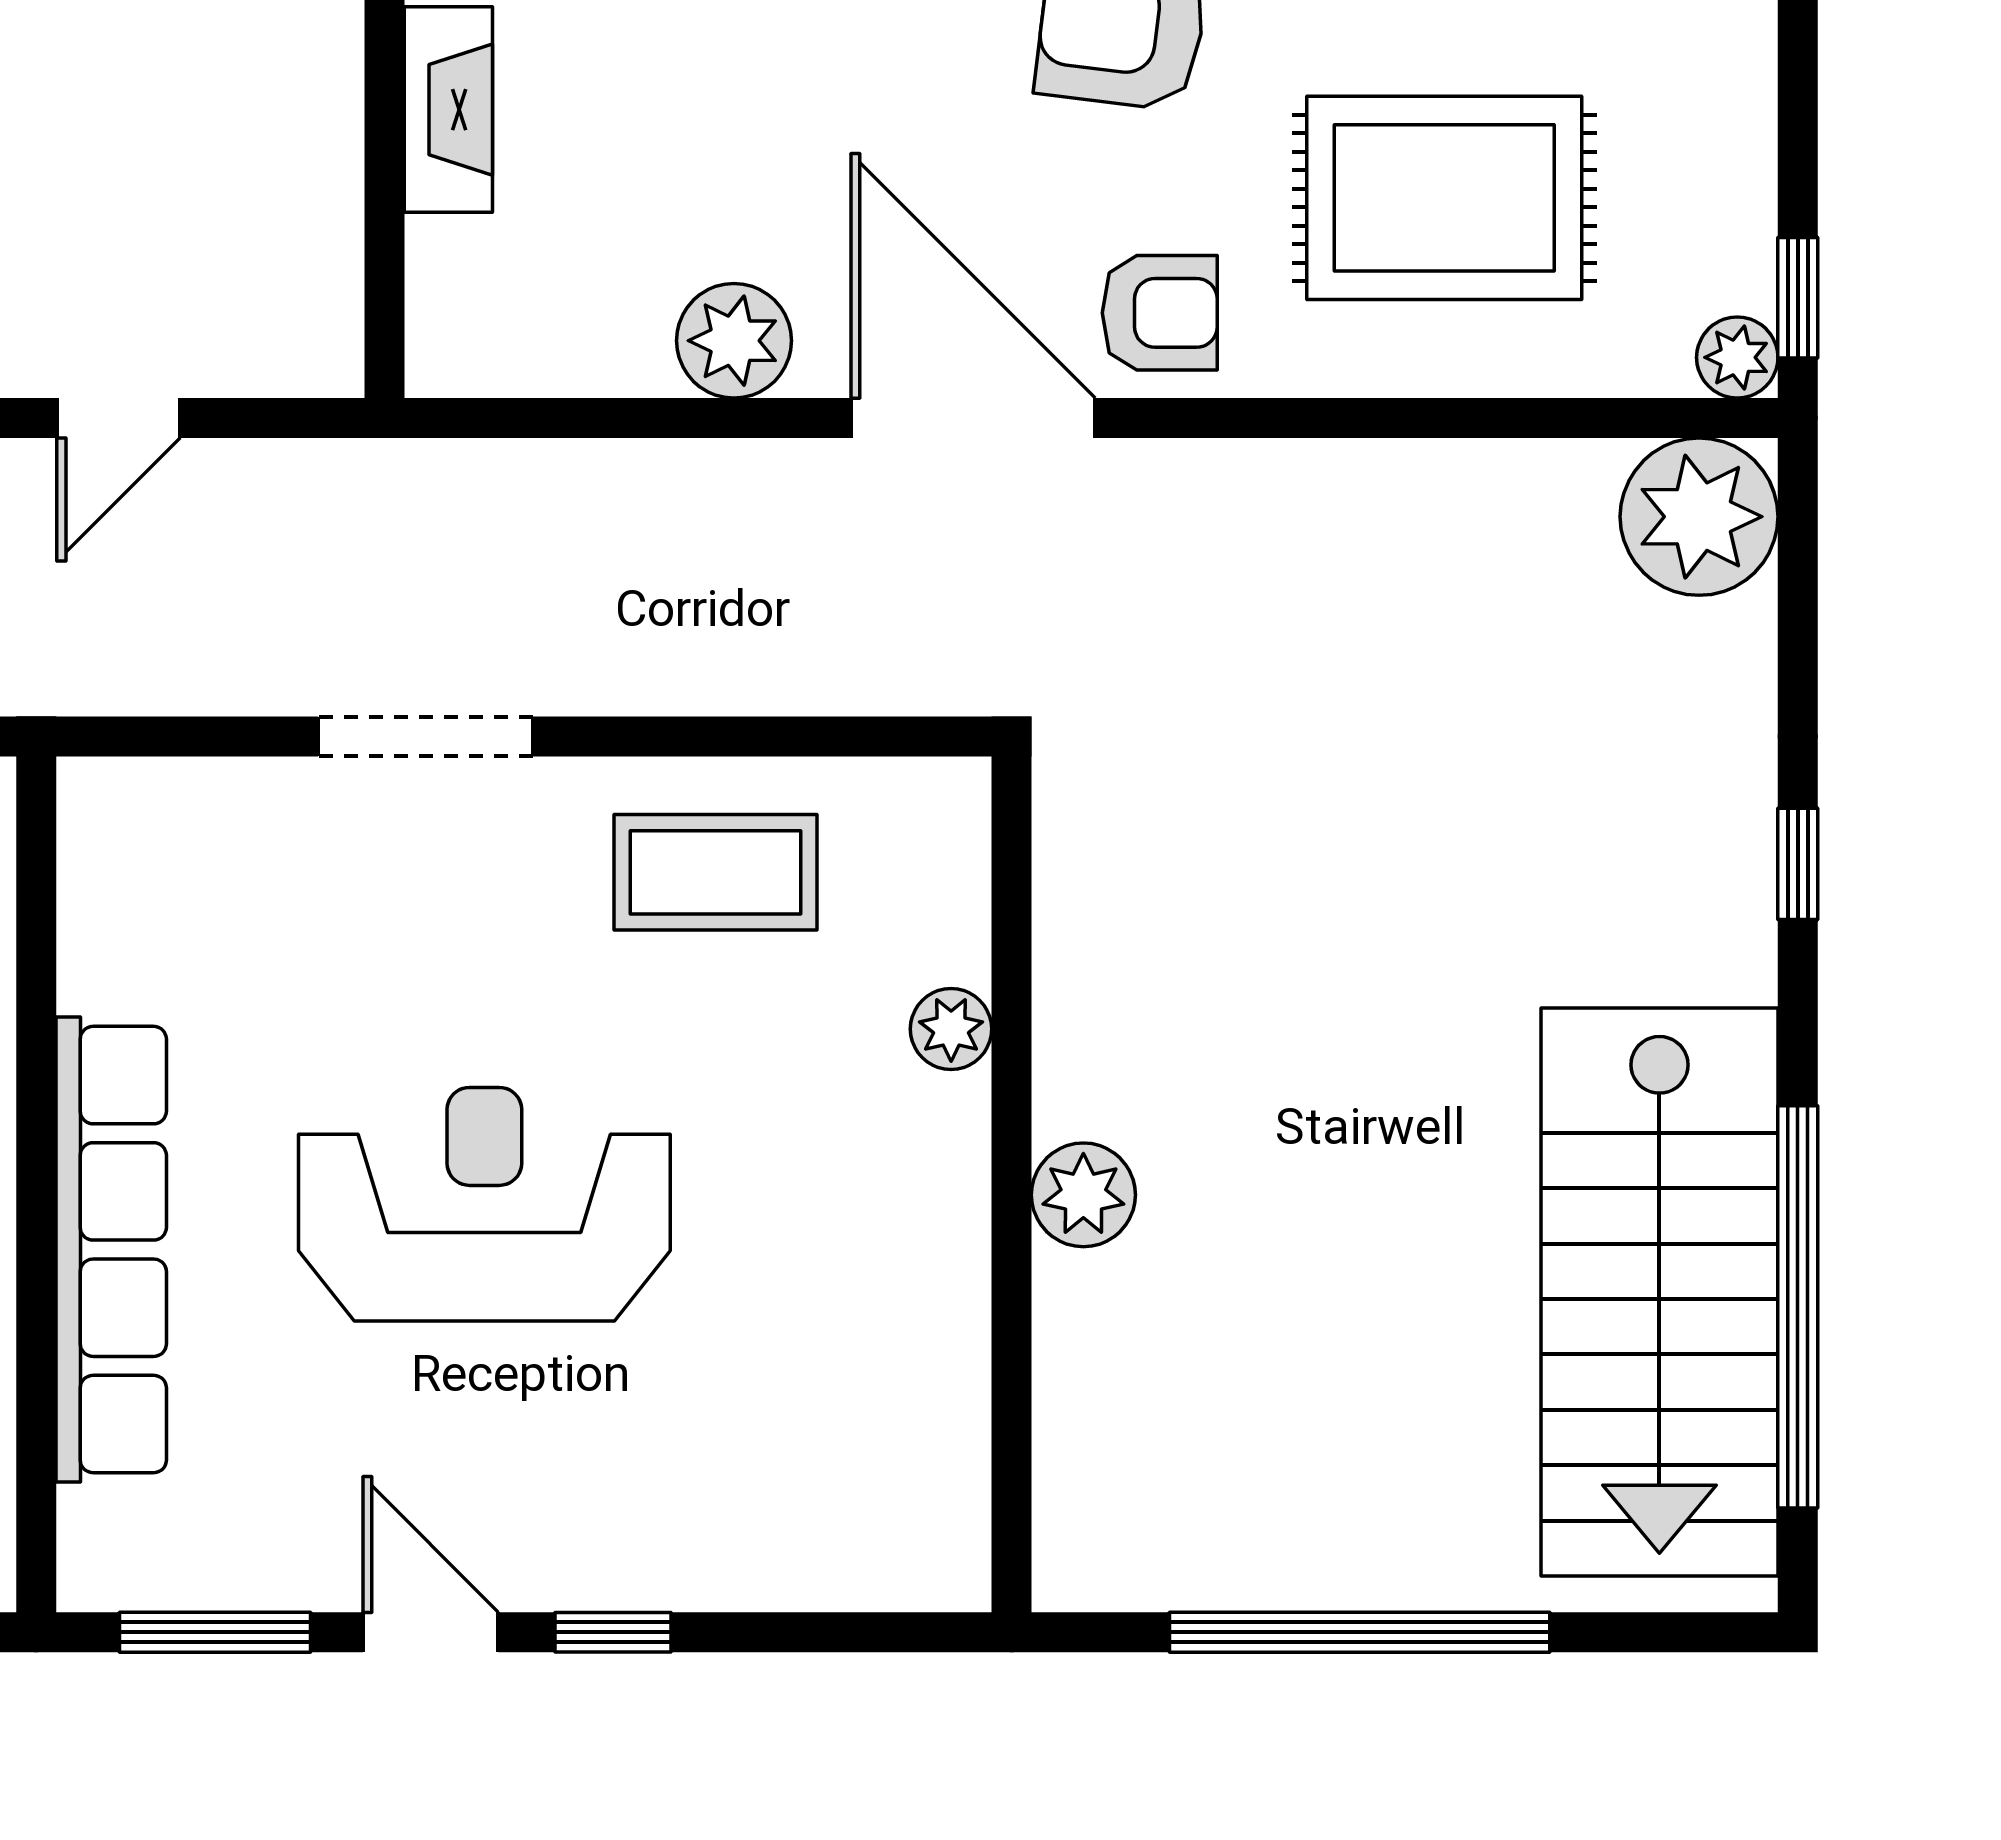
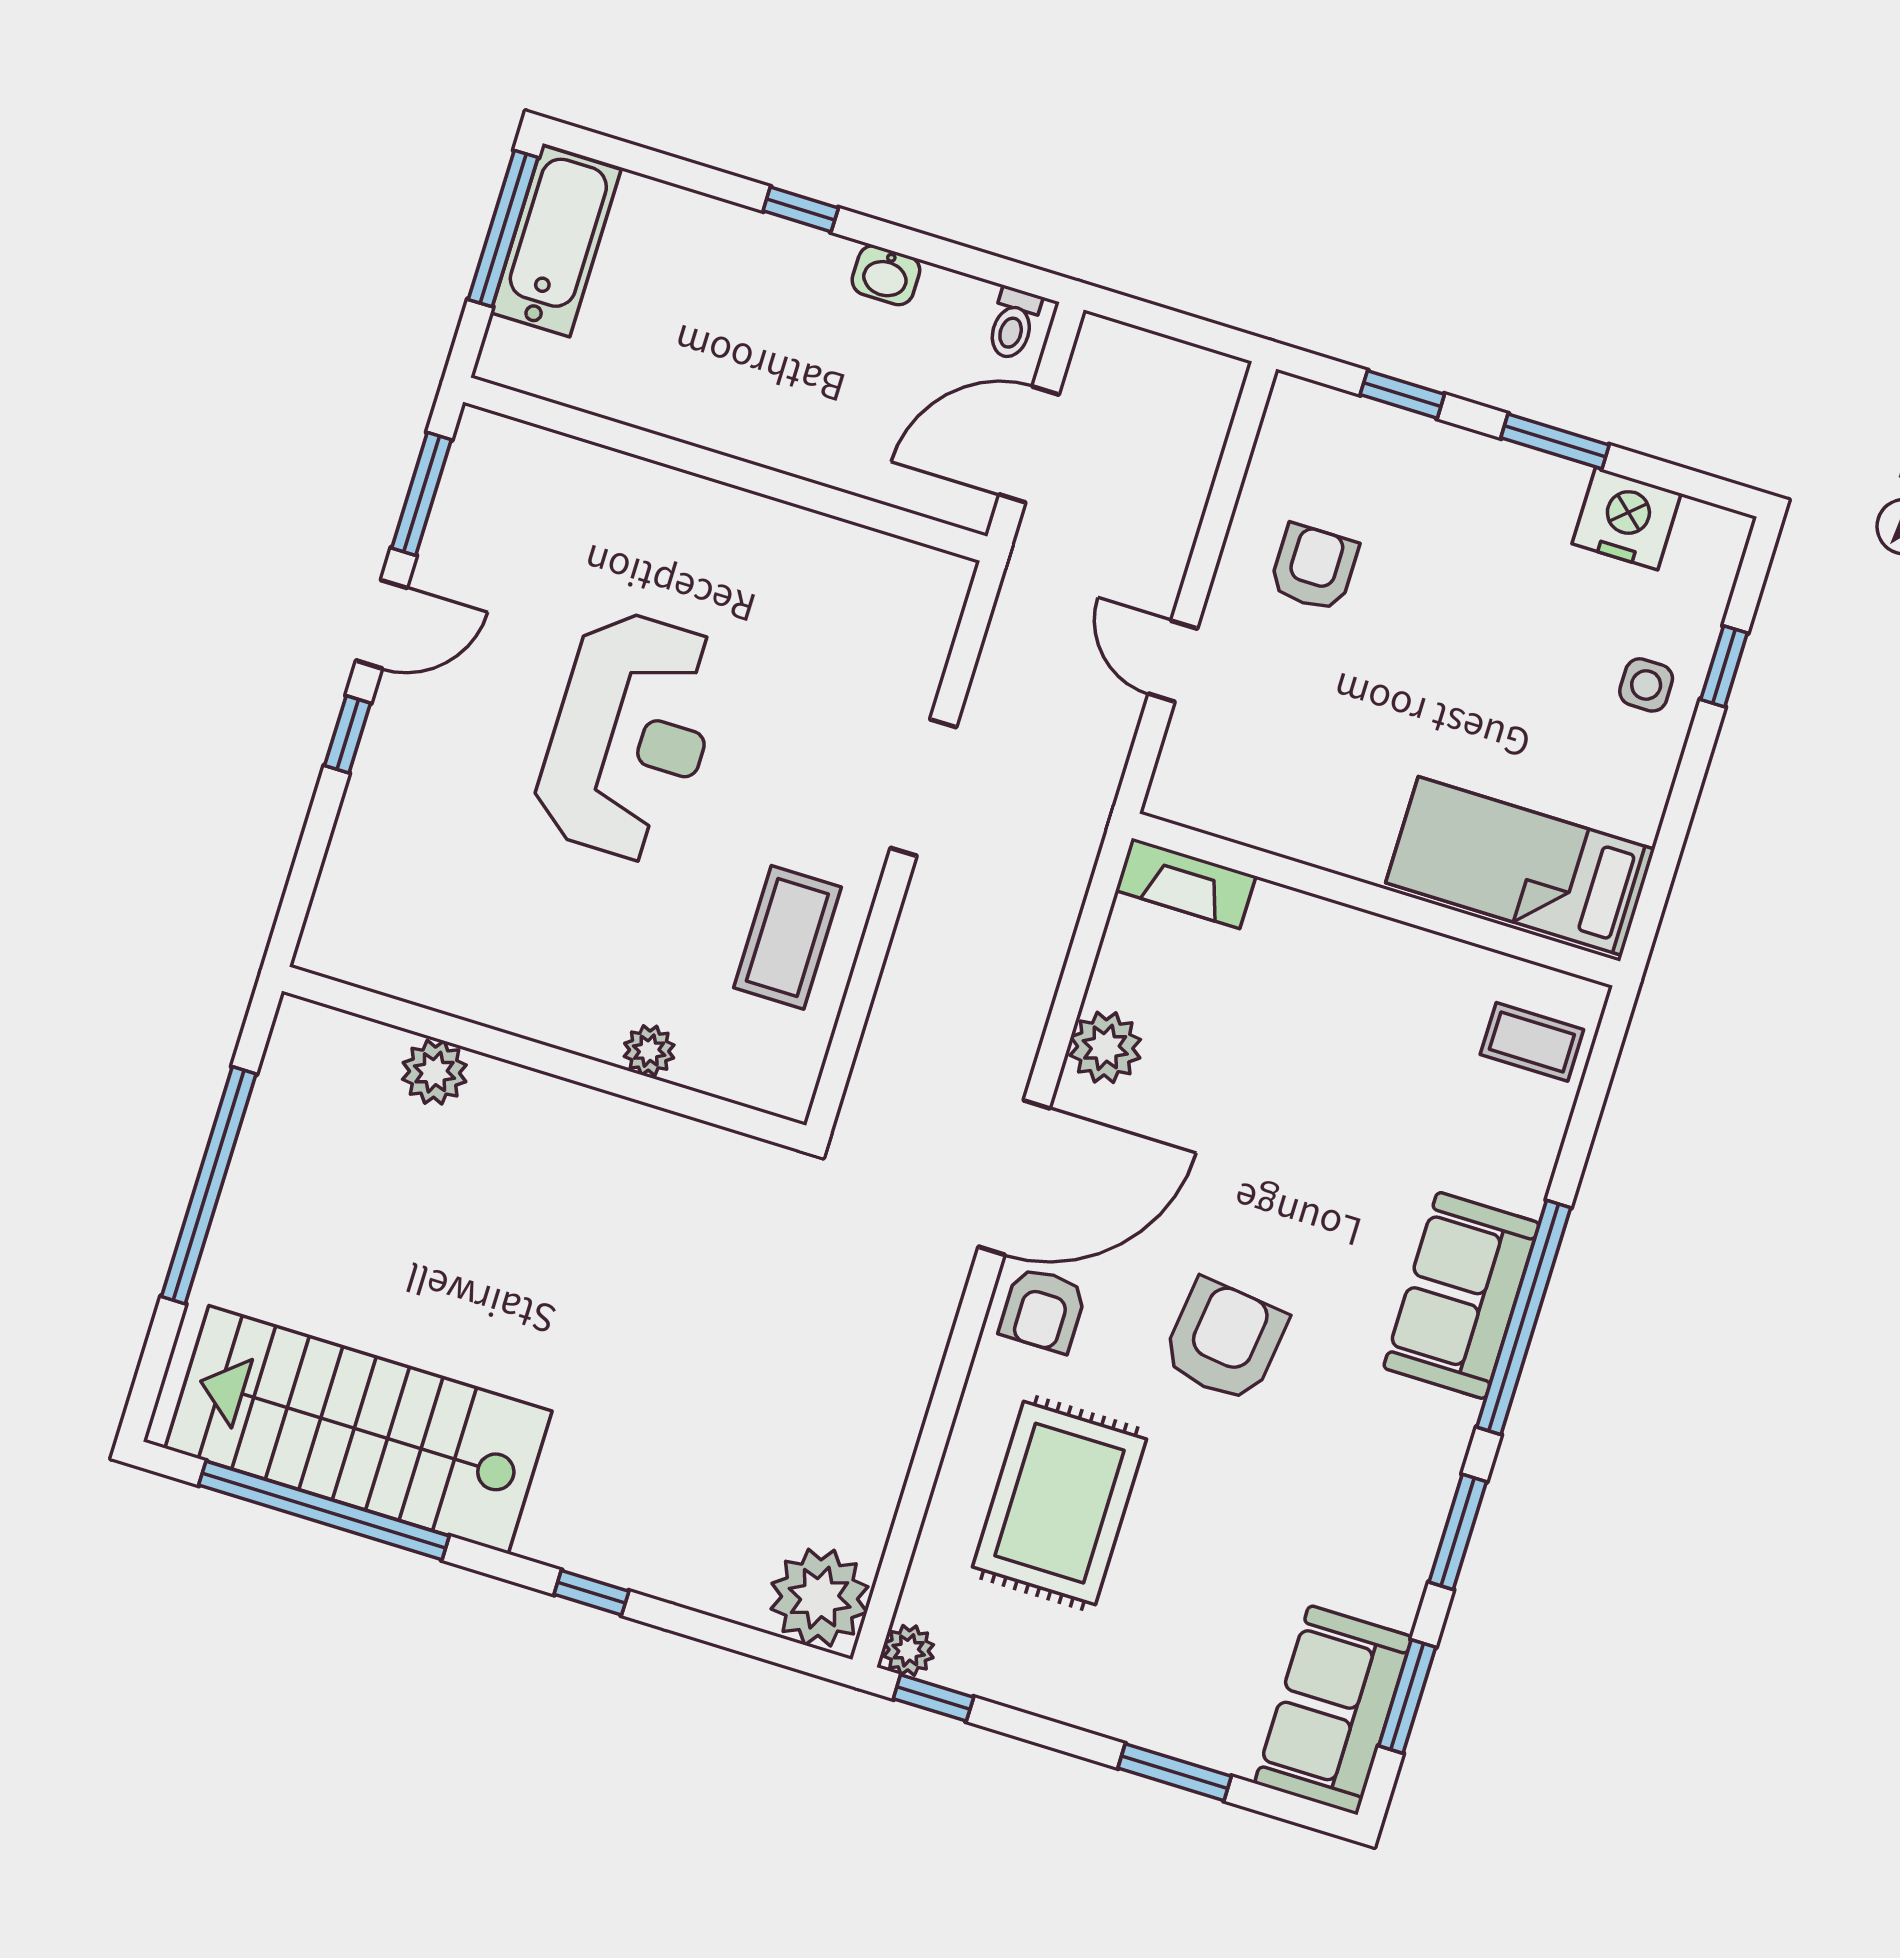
fireplace: (448, 110) -> (1186, 883), moved
plant: (1083, 1195) -> (434, 1072), moved
row of seats: (111, 1250) -> (672, 502), removed

